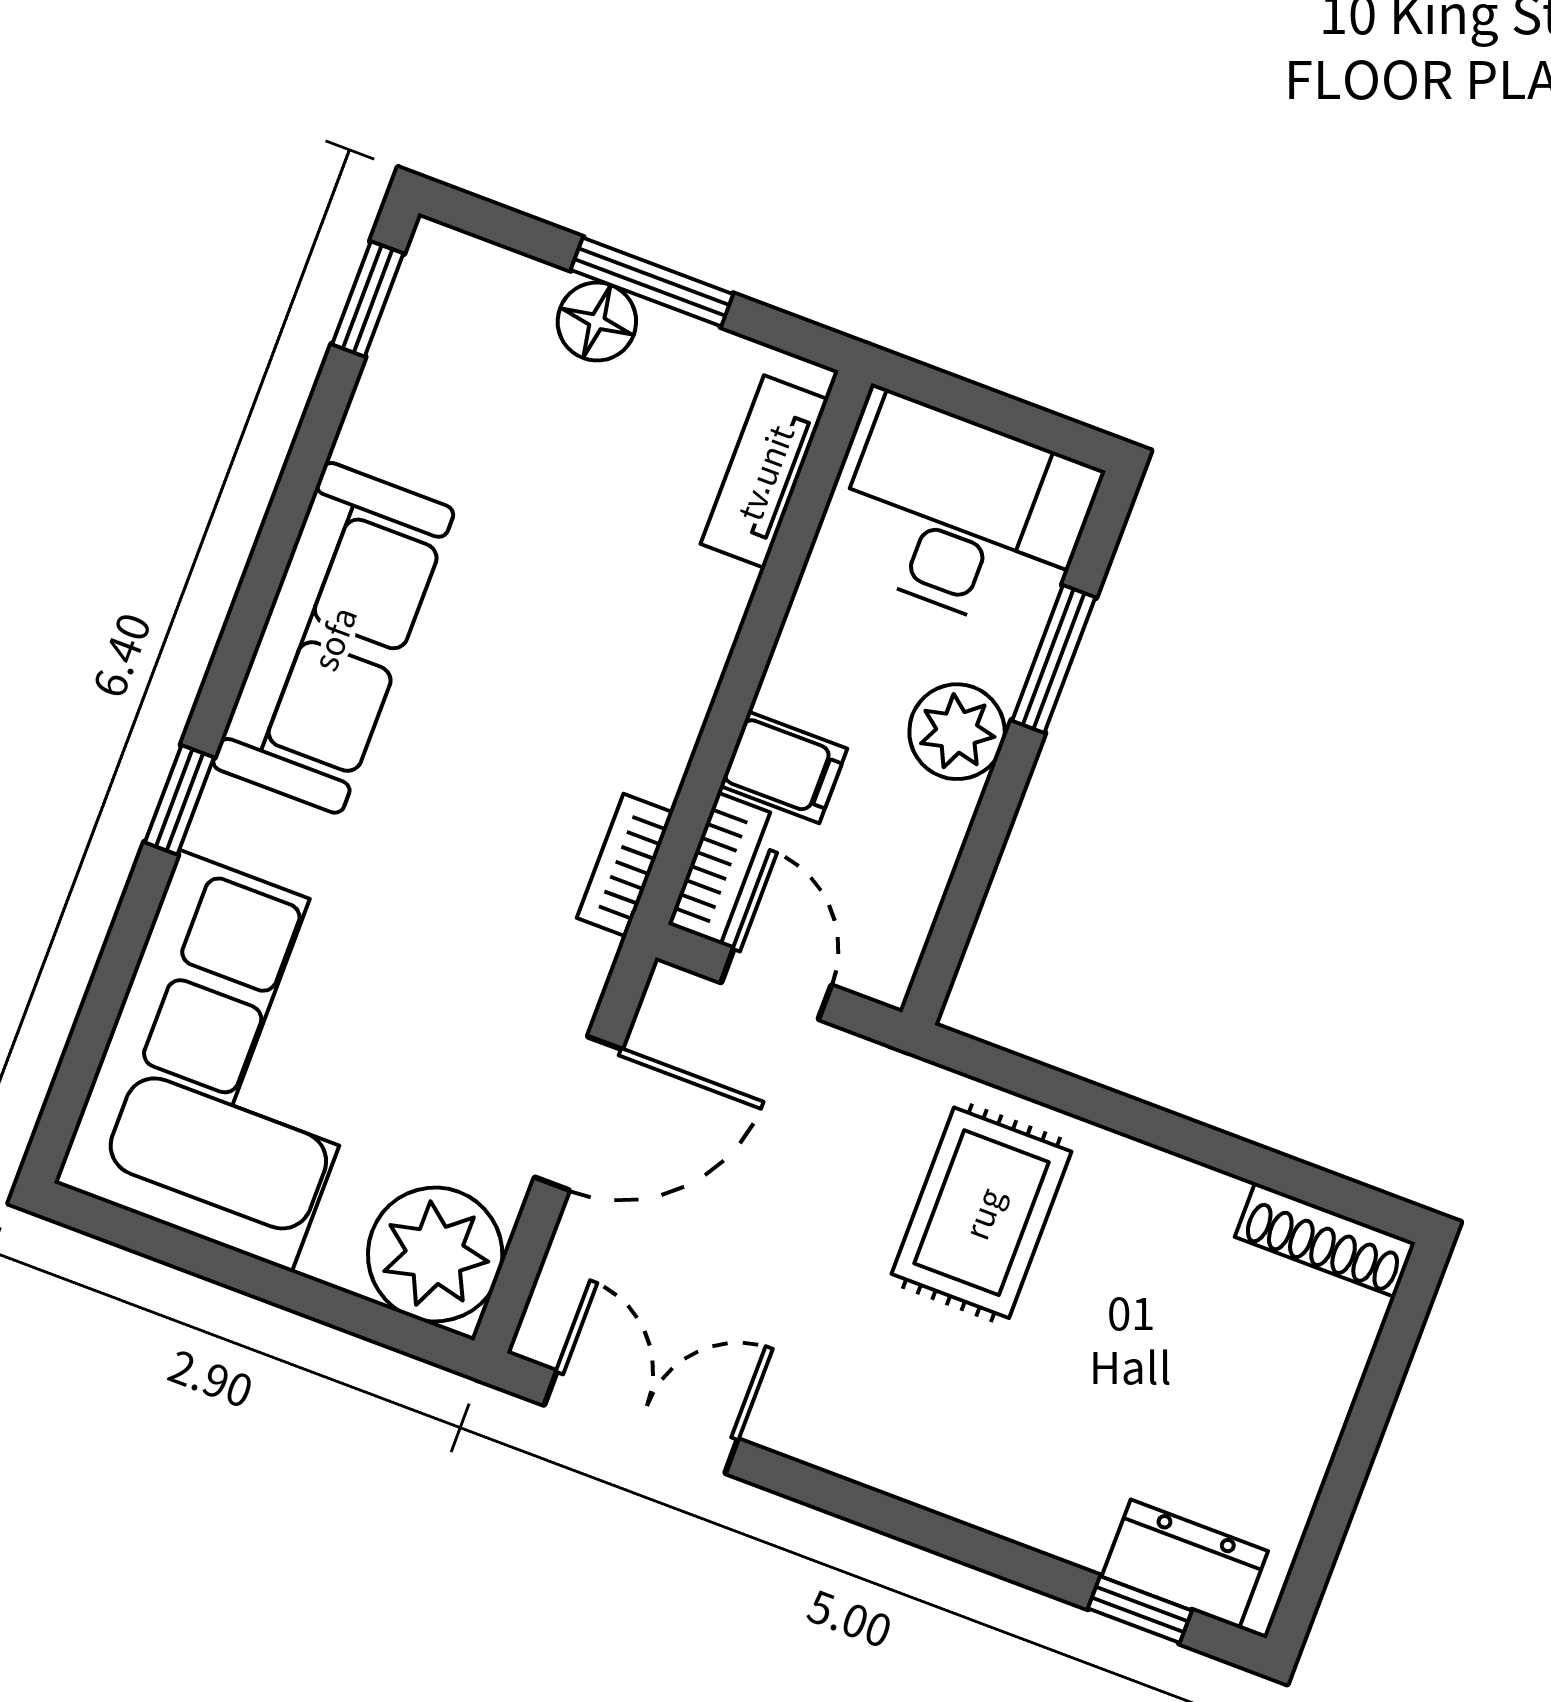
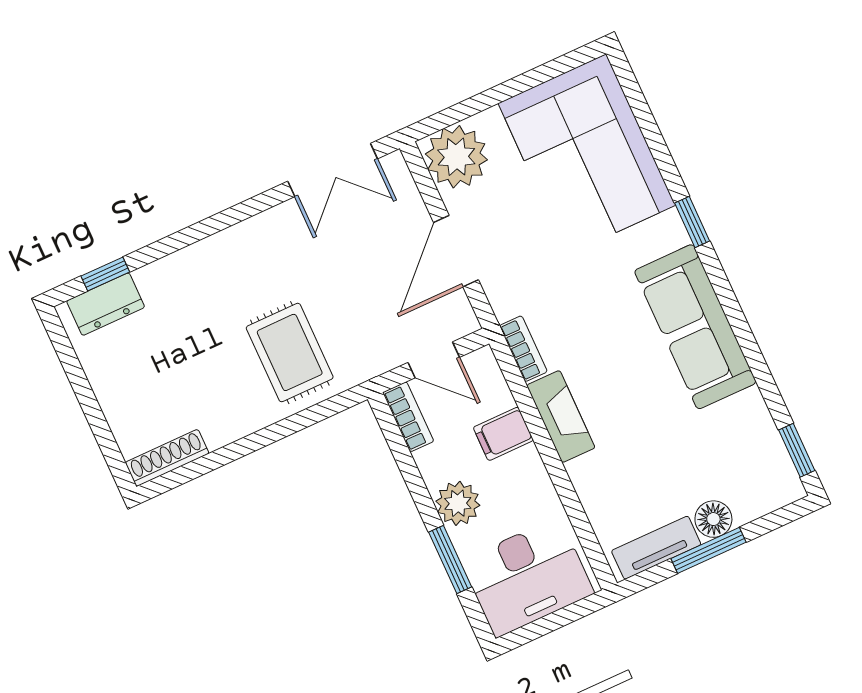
tv unit: (764, 472) -> (656, 548), moved, turned -90
fireplace: (671, 706) -> (561, 417), added
bookcase: (719, 868) -> (408, 417), moved, turned 180

